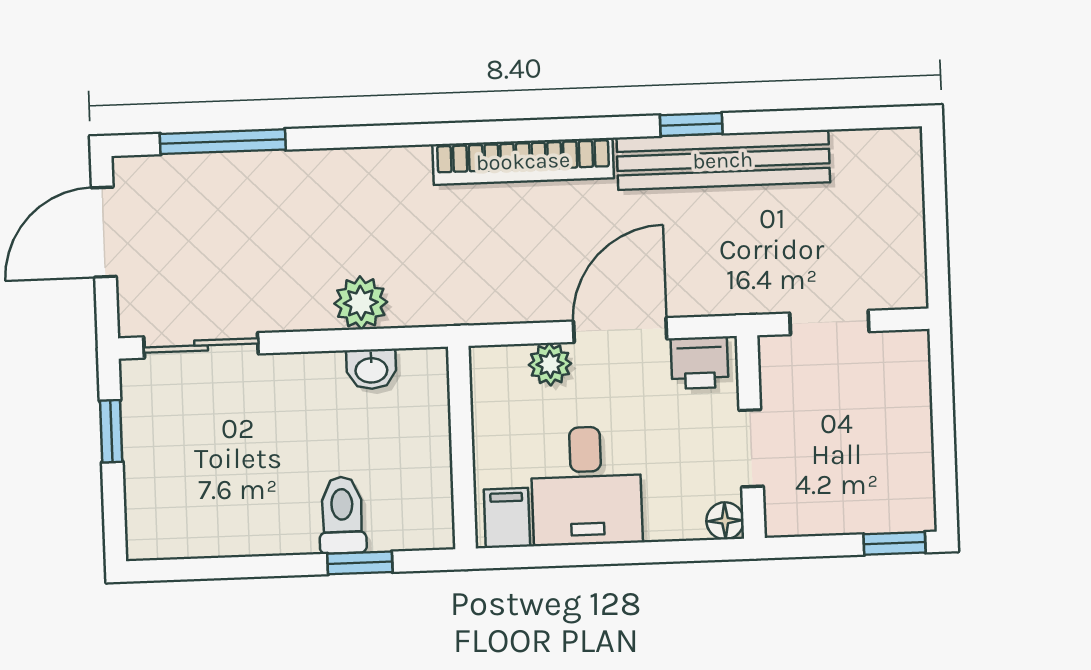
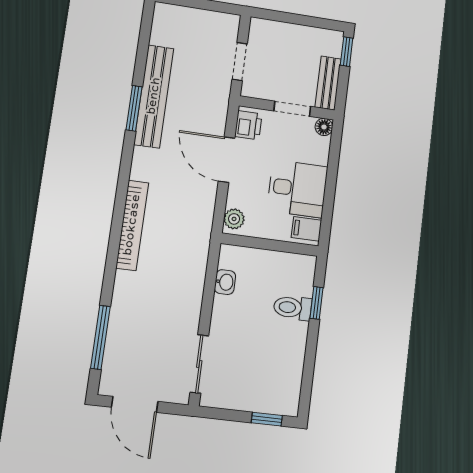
window: (691, 124) -> (134, 108), width x1.50
bookcase: (523, 161) -> (132, 225), moved
plant: (361, 303) -> (192, 282), removed
plant: (550, 364) -> (234, 219), moved
window: (111, 431) -> (267, 419), moved
bench: (820, 515) -> (328, 83), added

